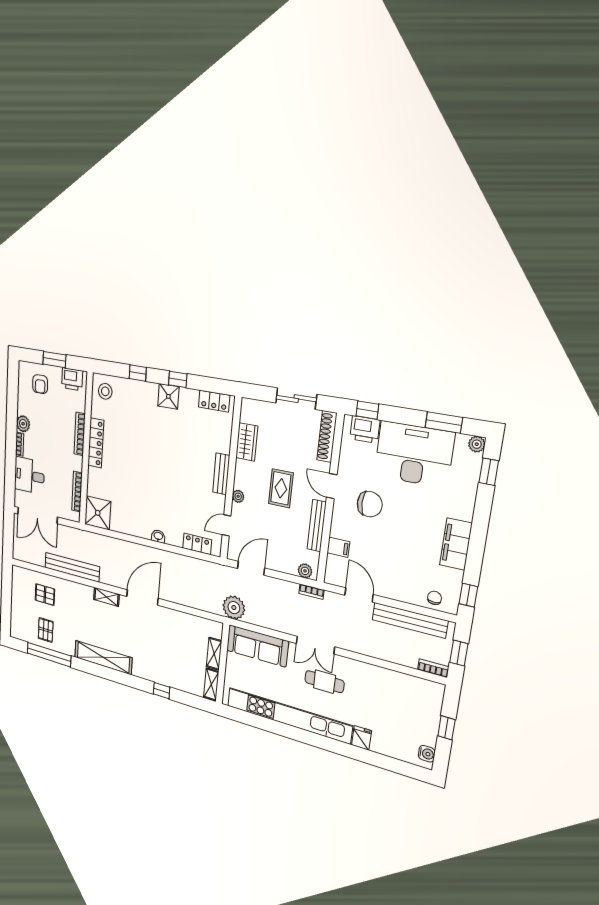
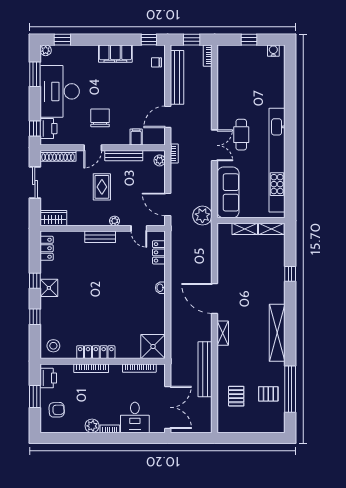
wardrobe: (247, 442) -> (53, 218), moved
rug: (281, 488) -> (102, 187), turned 90
fridge: (362, 738) -> (277, 100), removed

